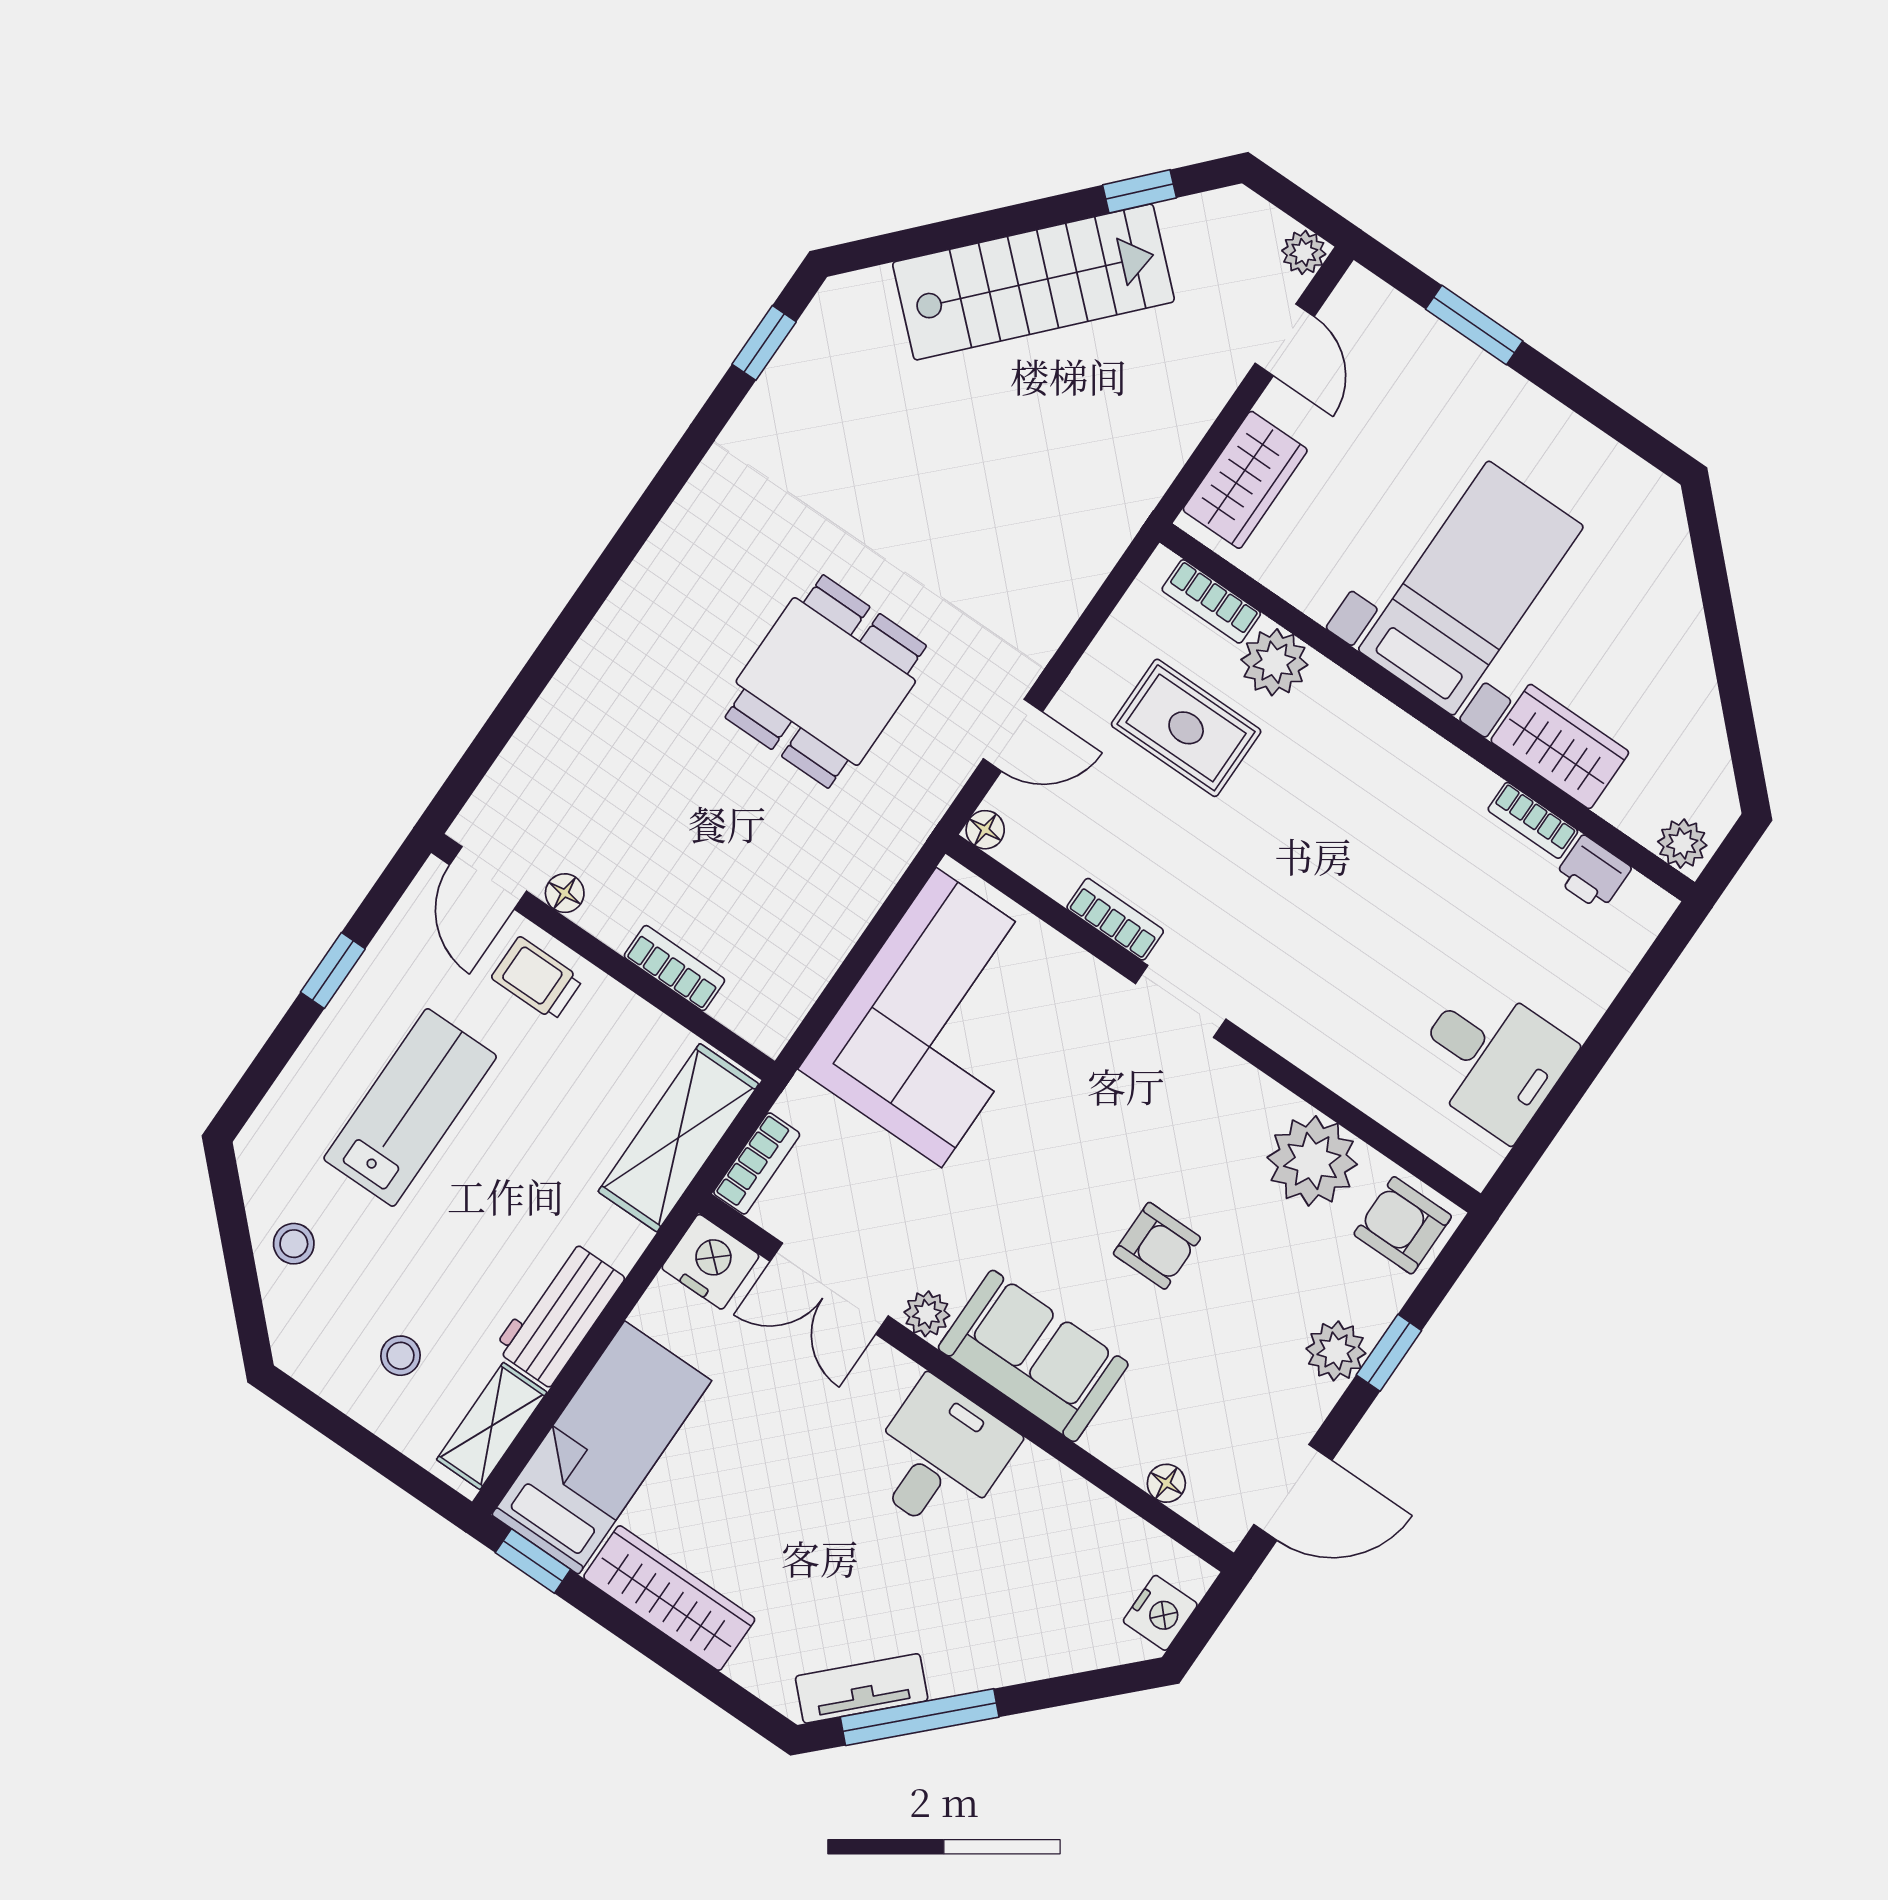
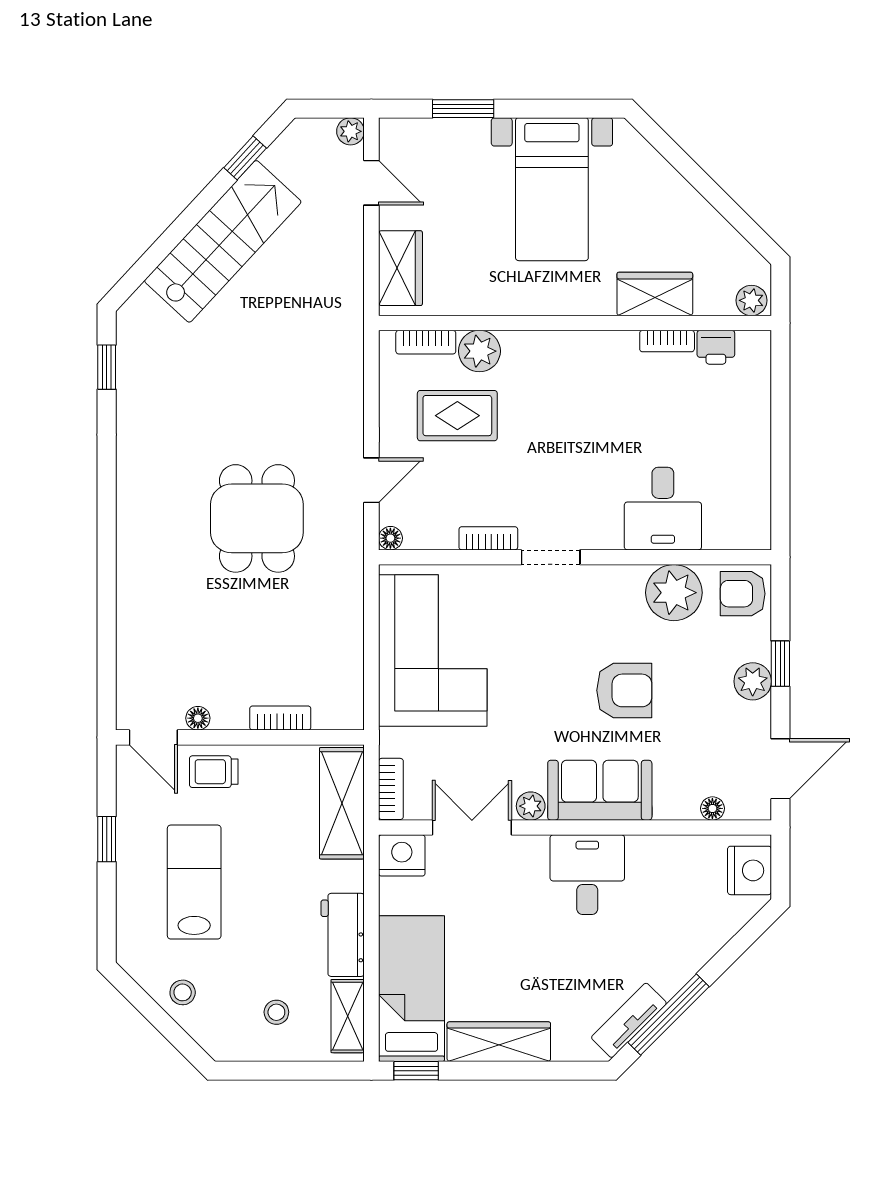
bed with nightstands: (1471, 588) -> (552, 189), moved, turned 180
desk: (1492, 1059) -> (663, 509), moved, turned 90
armchair: (1157, 1246) -> (624, 690), width x1.38, depth x1.38
double door: (829, 1289) -> (472, 827), swing flipped
nightstand: (1160, 1613) -> (750, 870), width x1.36, depth x1.33

